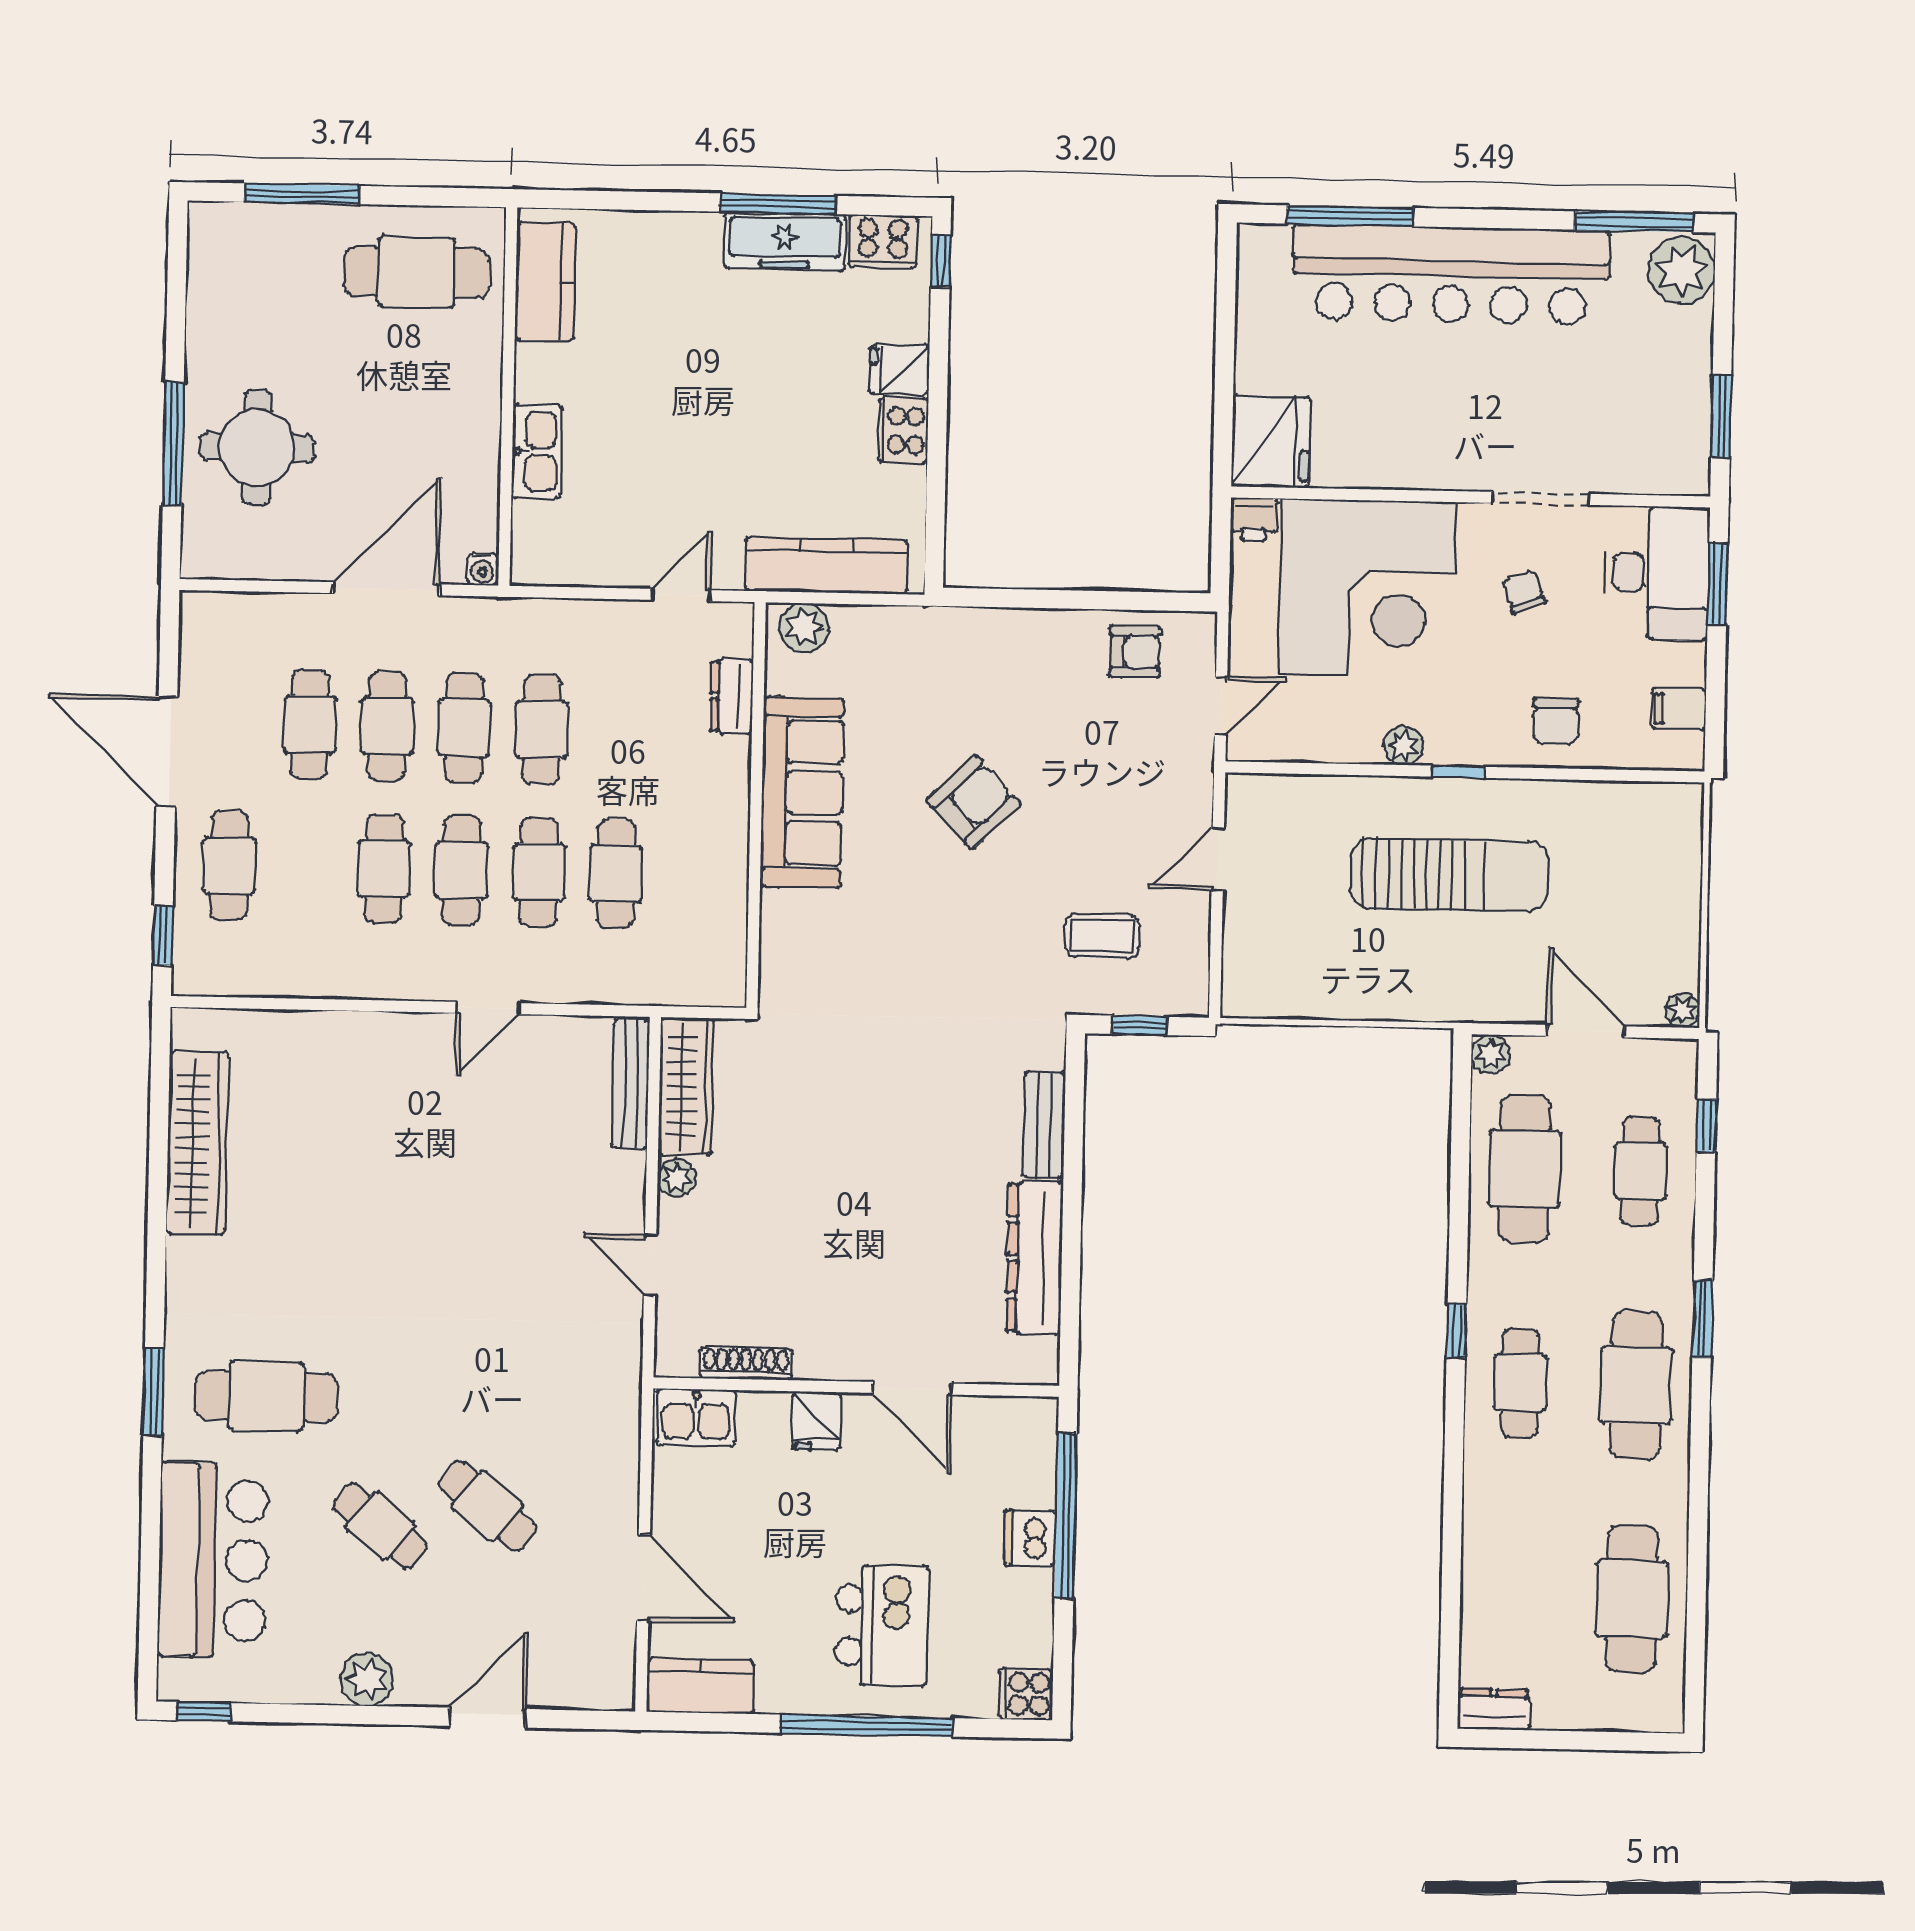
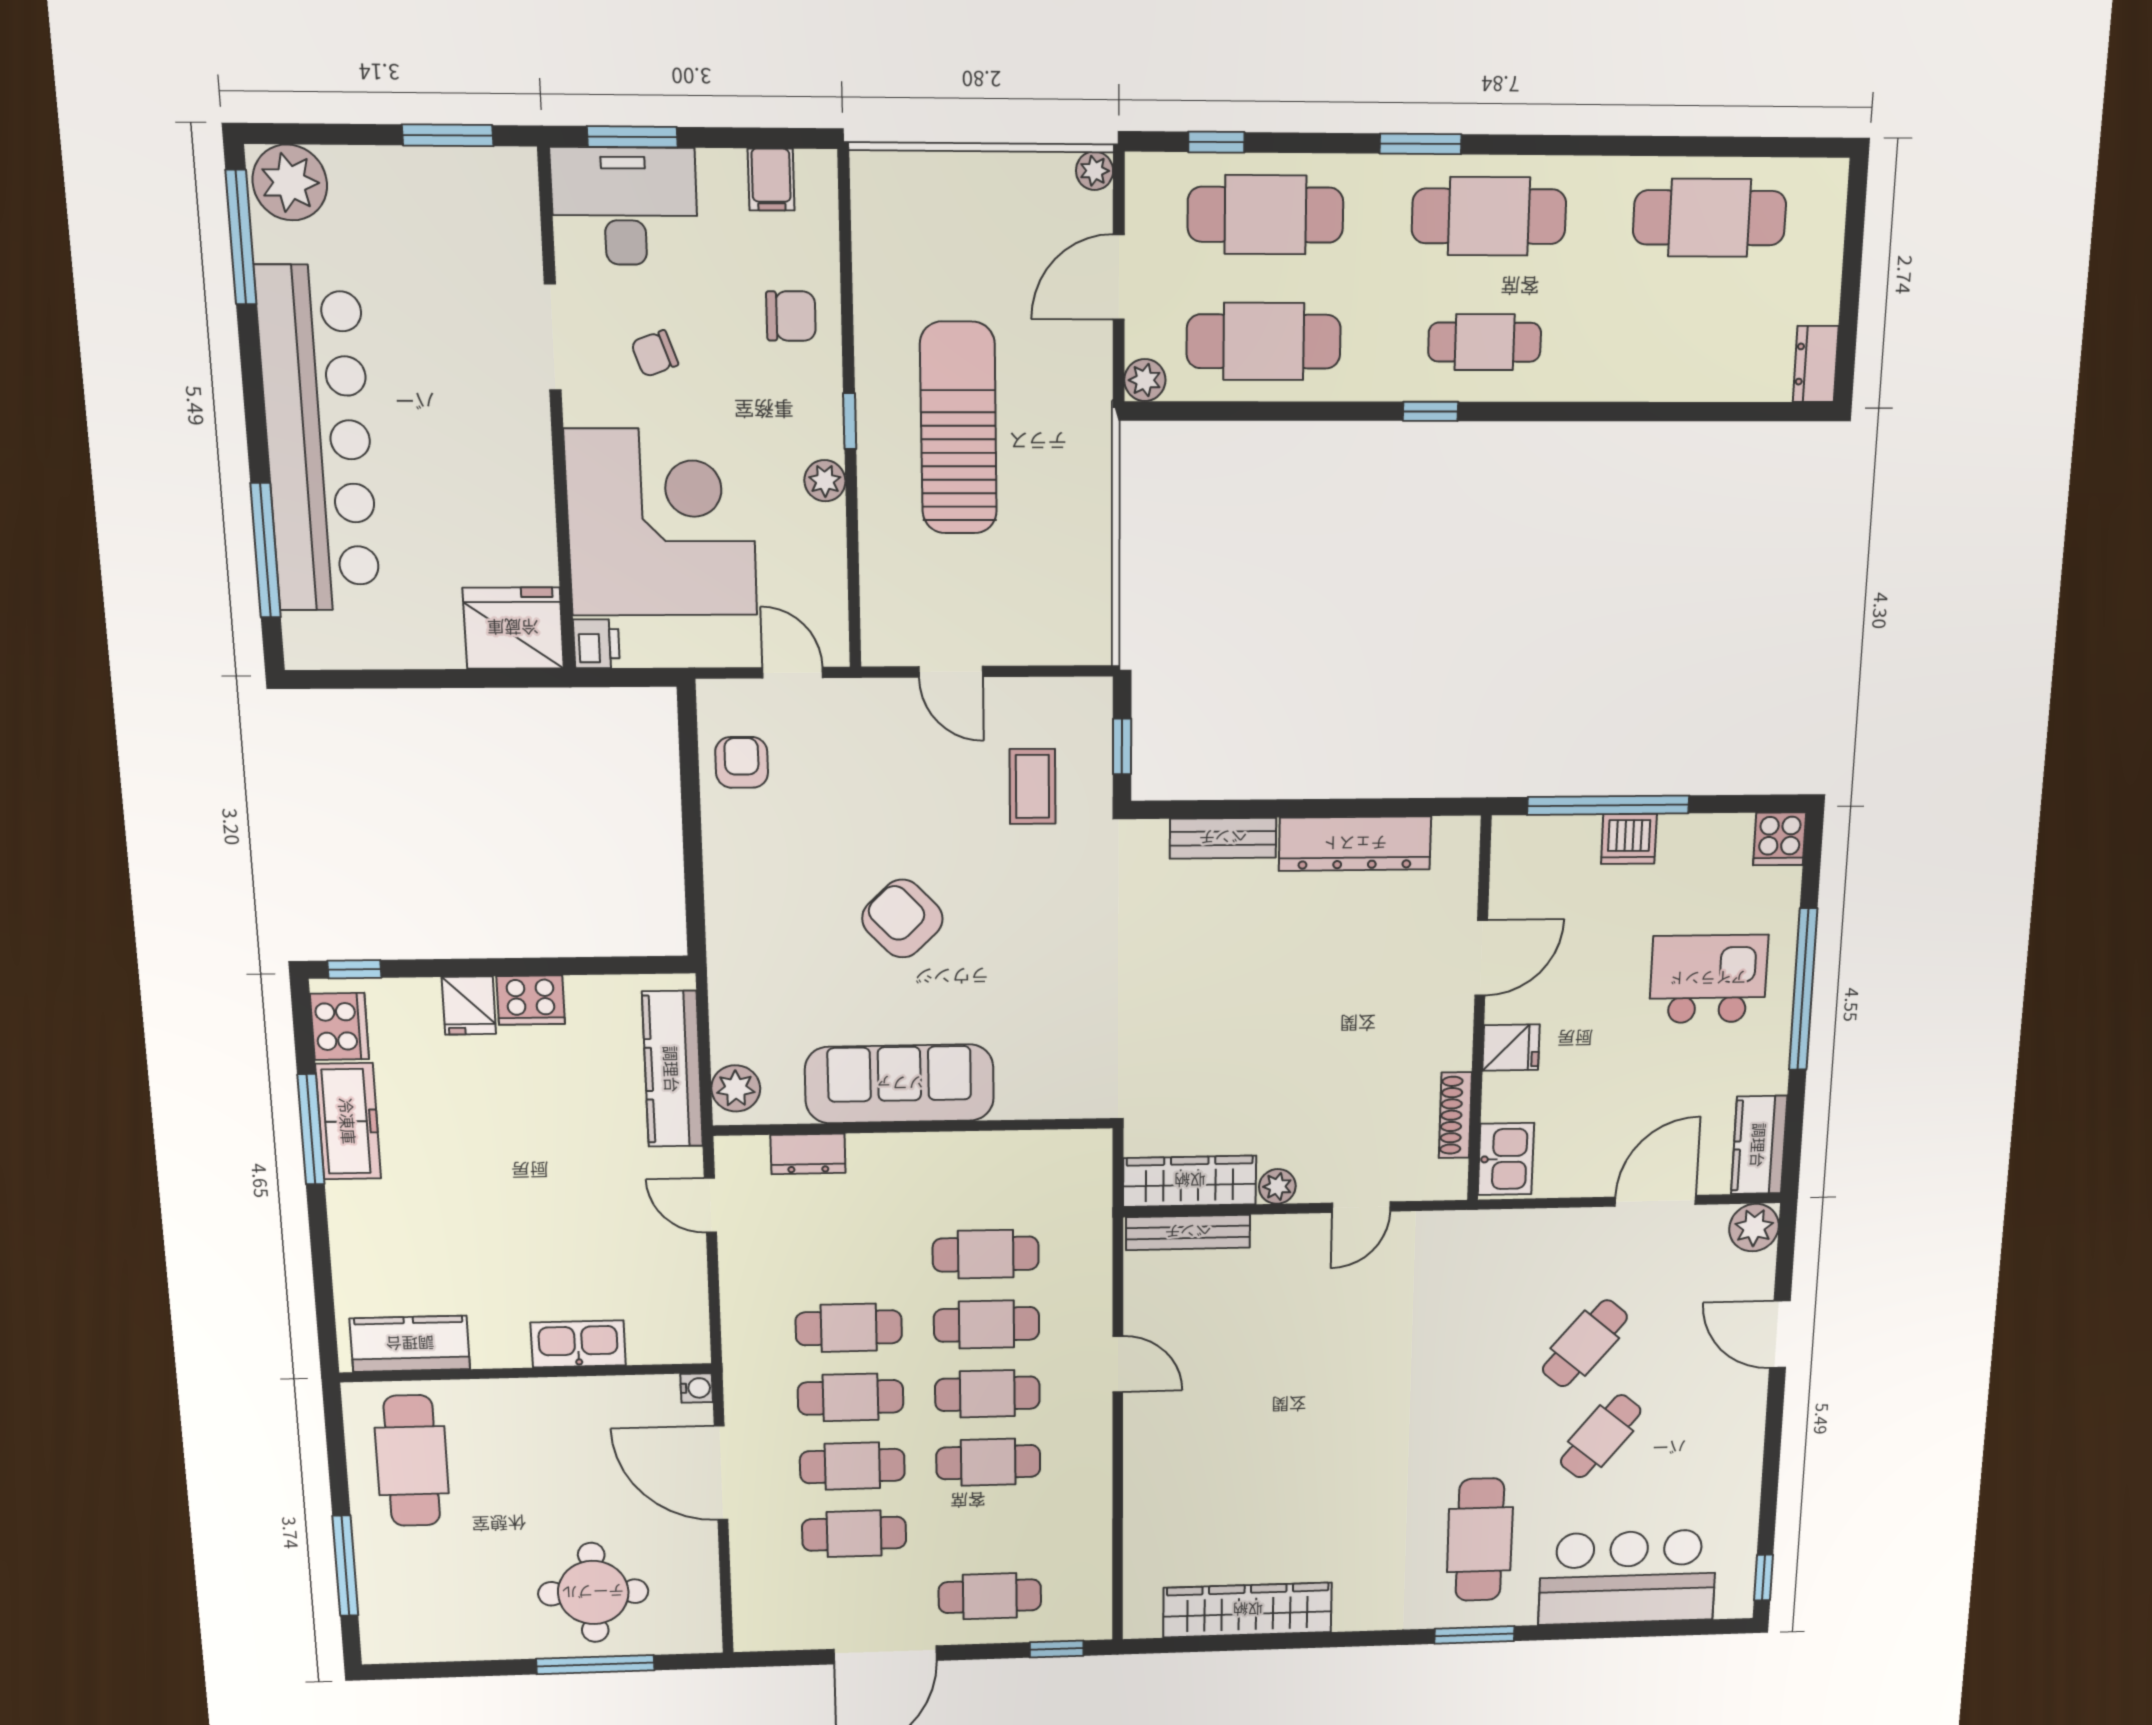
cafe table: (1641, 1171) -> (1265, 215), width x1.37, depth x1.35
plant: (367, 1679) -> (1754, 1228), moved

